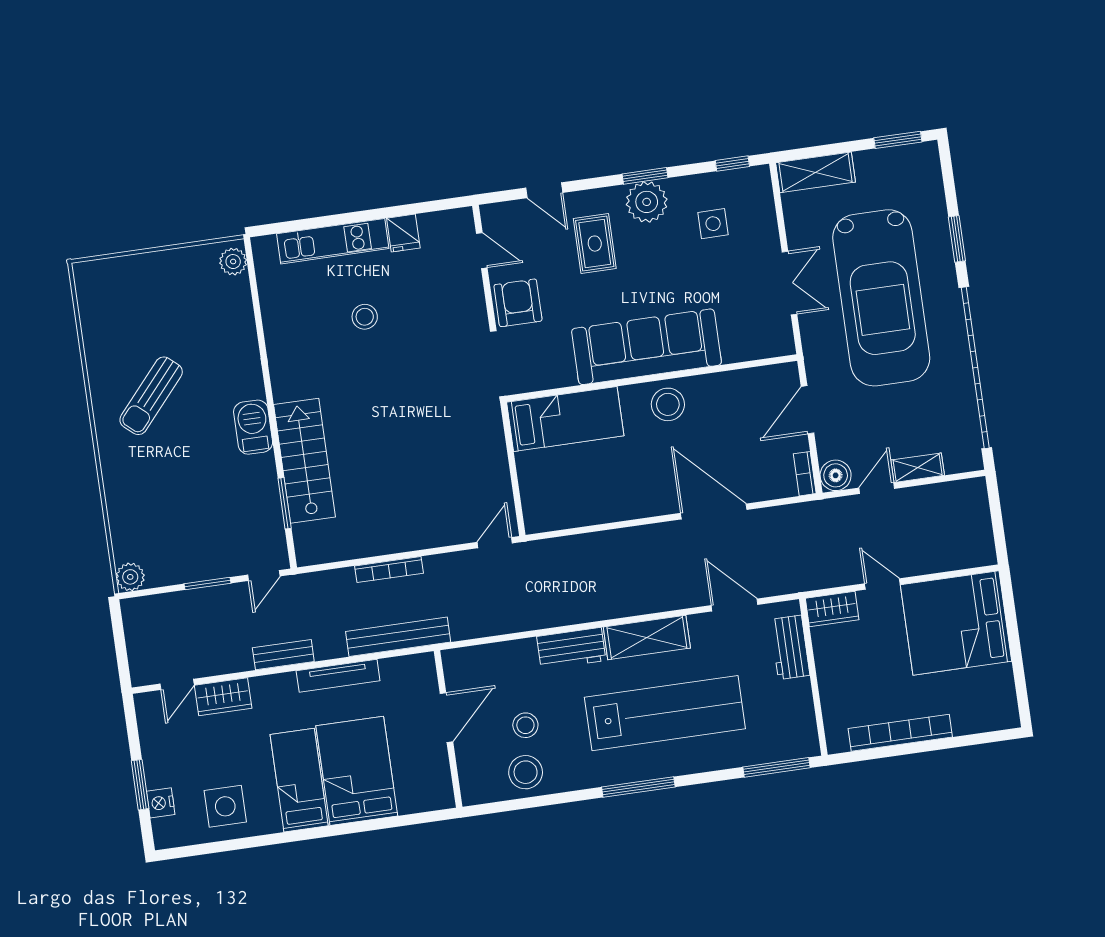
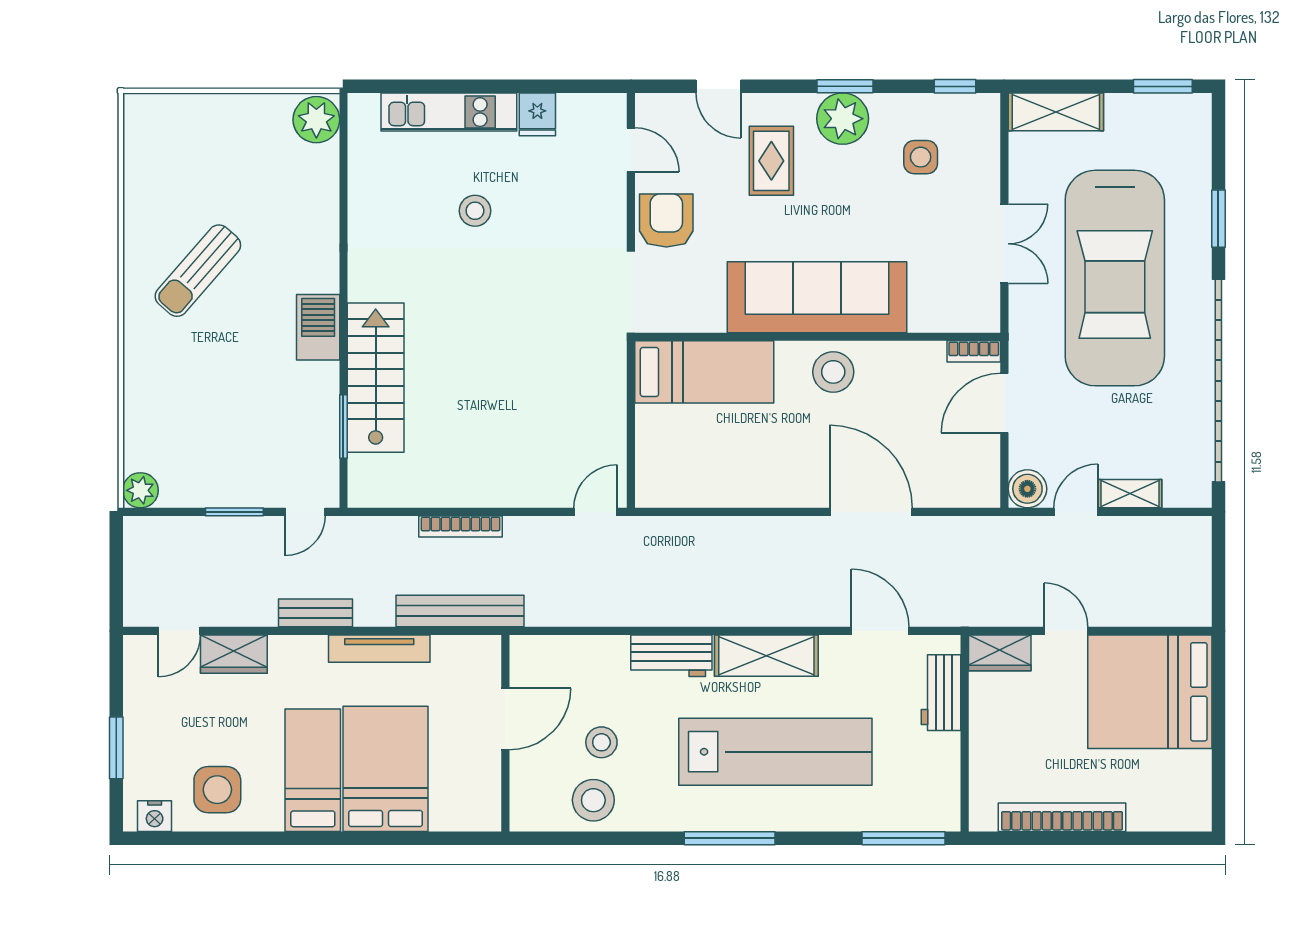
plant: (233, 262) -> (316, 120), width x1.36, depth x1.36
bookcase: (805, 474) -> (974, 351), moved, turned -90
nightstand: (161, 803) -> (155, 816), moved, turned -90

